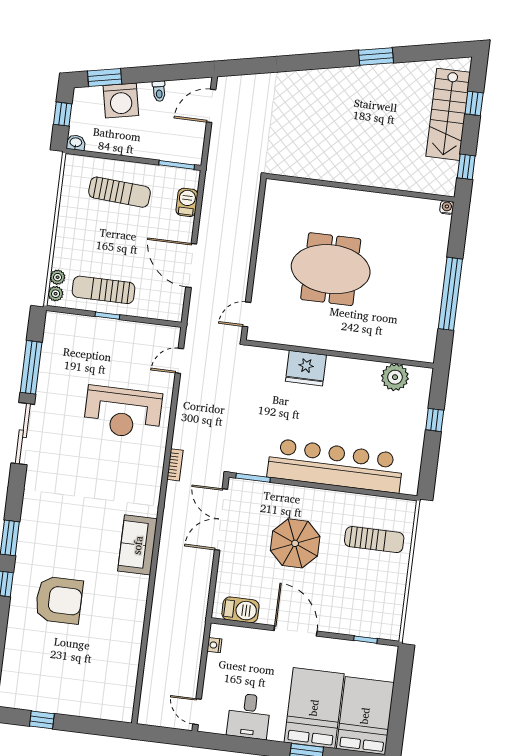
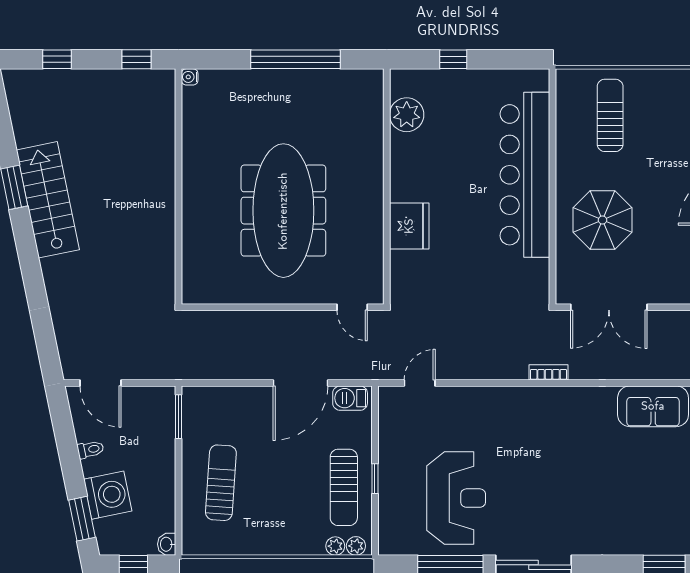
stairs: (448, 114) -> (48, 200), moved, turned -102
barbecue: (187, 202) -> (350, 398), moved
meeting table: (331, 269) -> (283, 211), width x1.36
door: (179, 361) -> (420, 383), swing flipped
reception desk: (123, 412) -> (456, 498), moved
window: (253, 478) -> (552, 274), removed
parasol: (295, 543) -> (602, 220), moved

